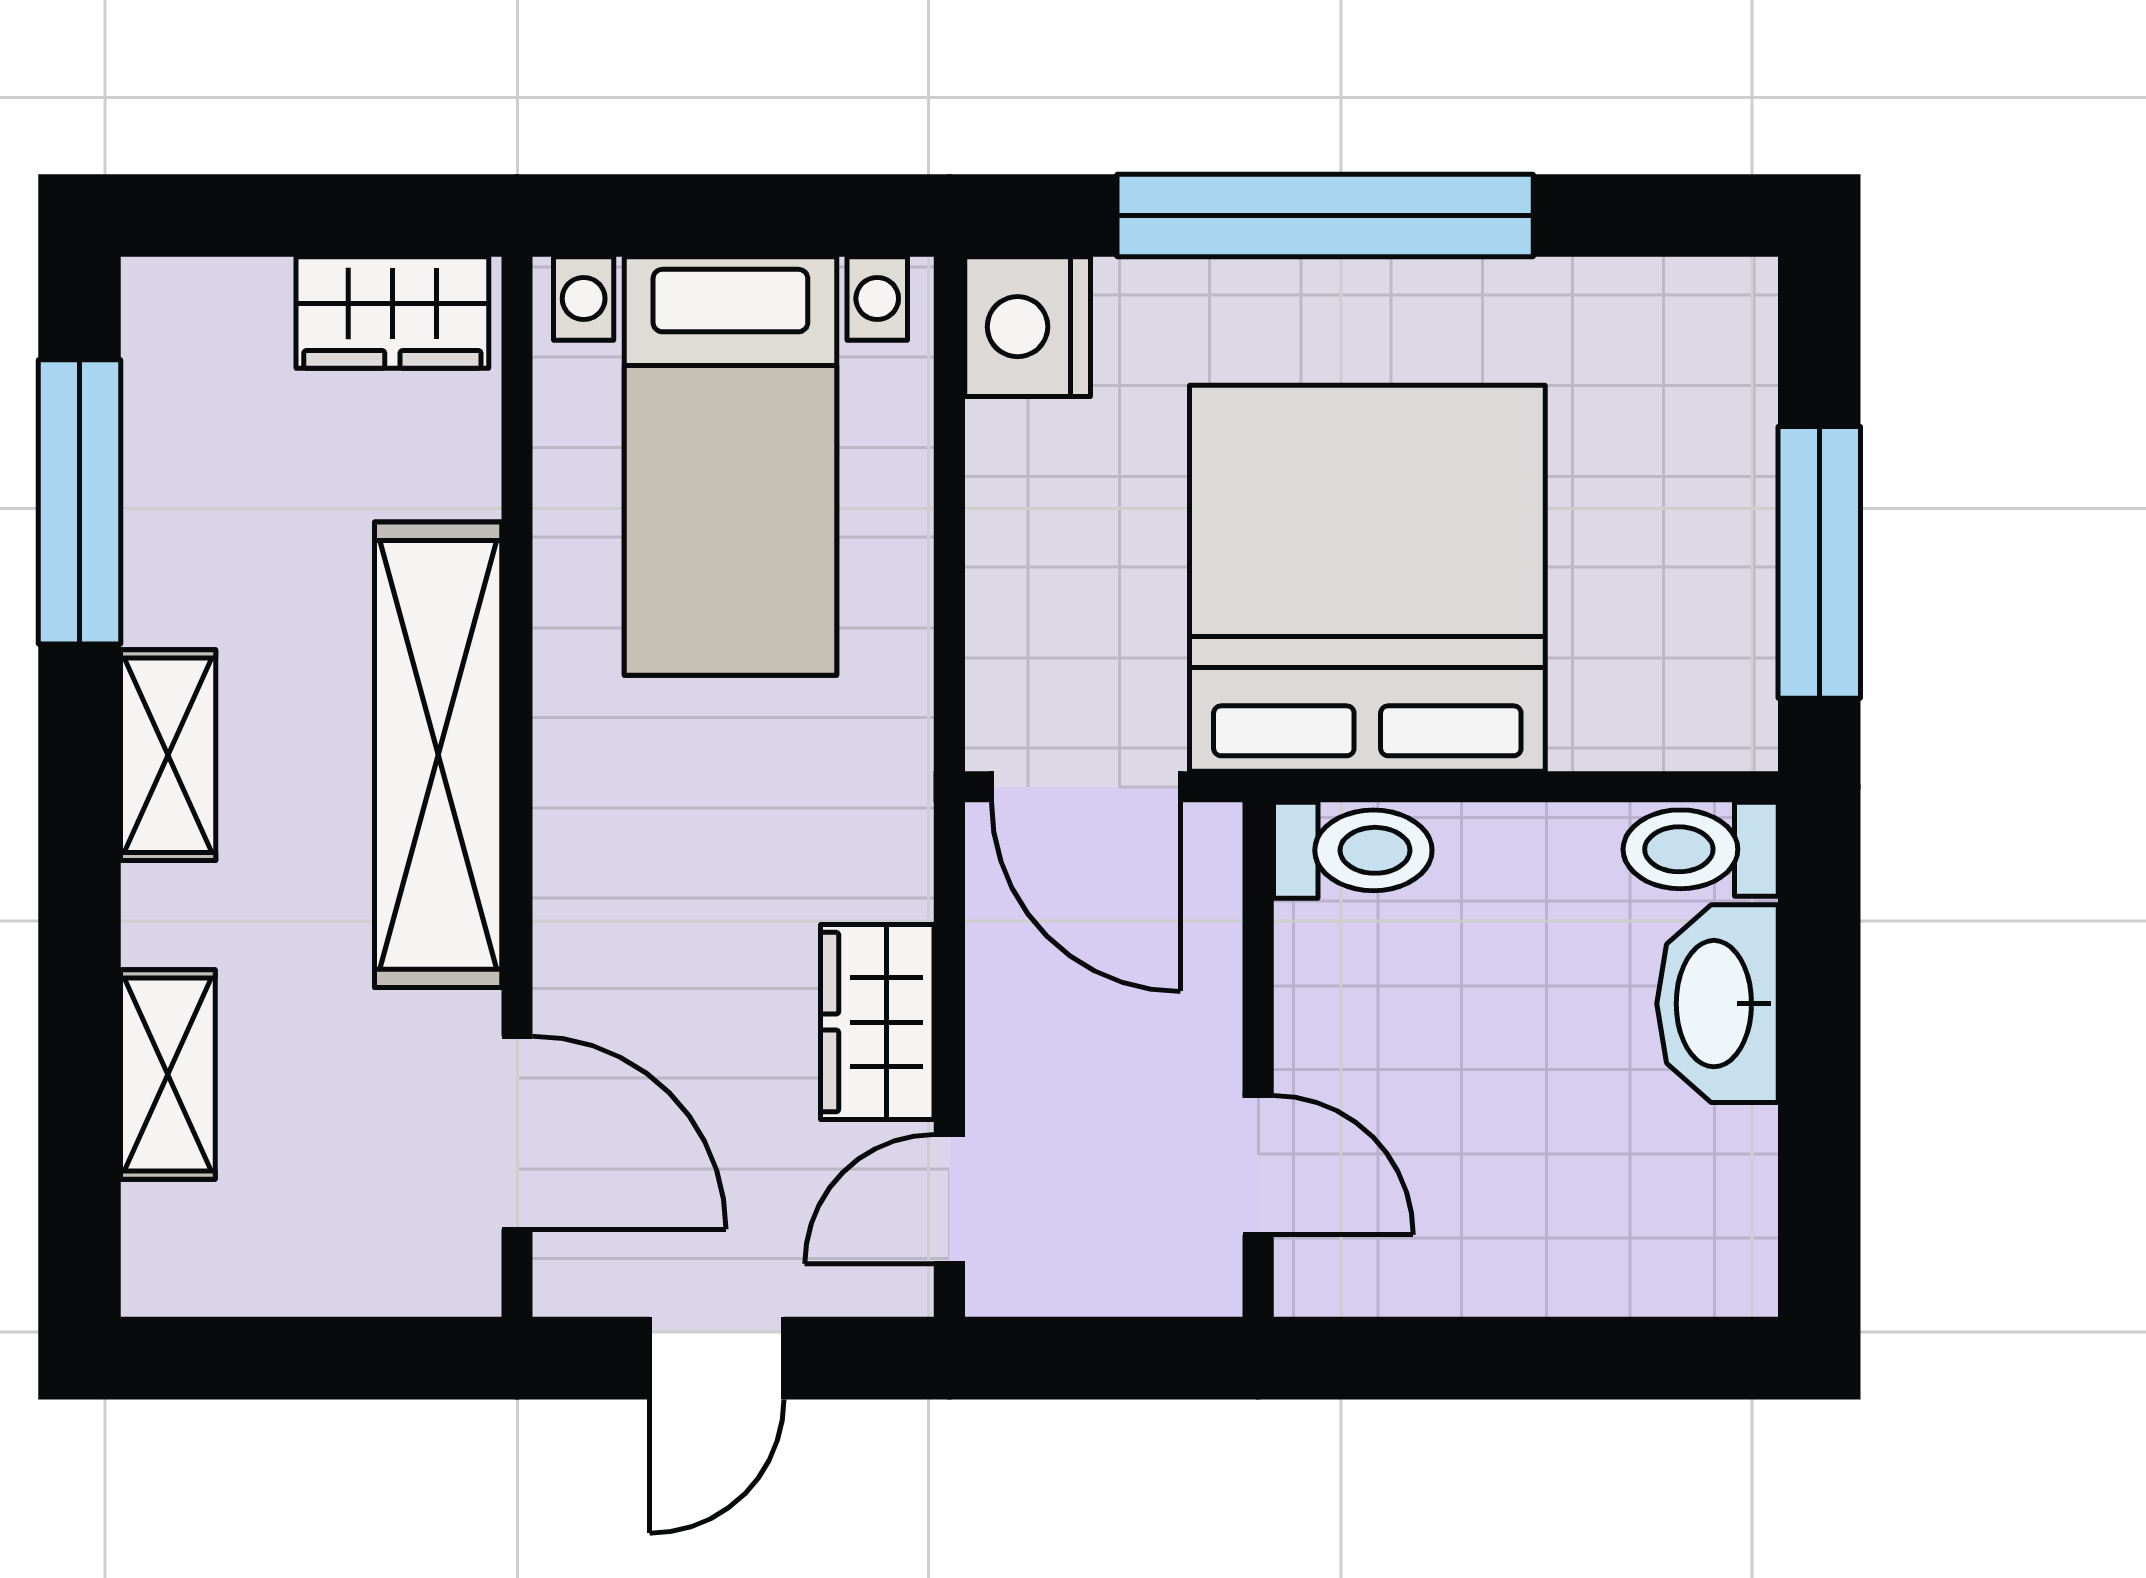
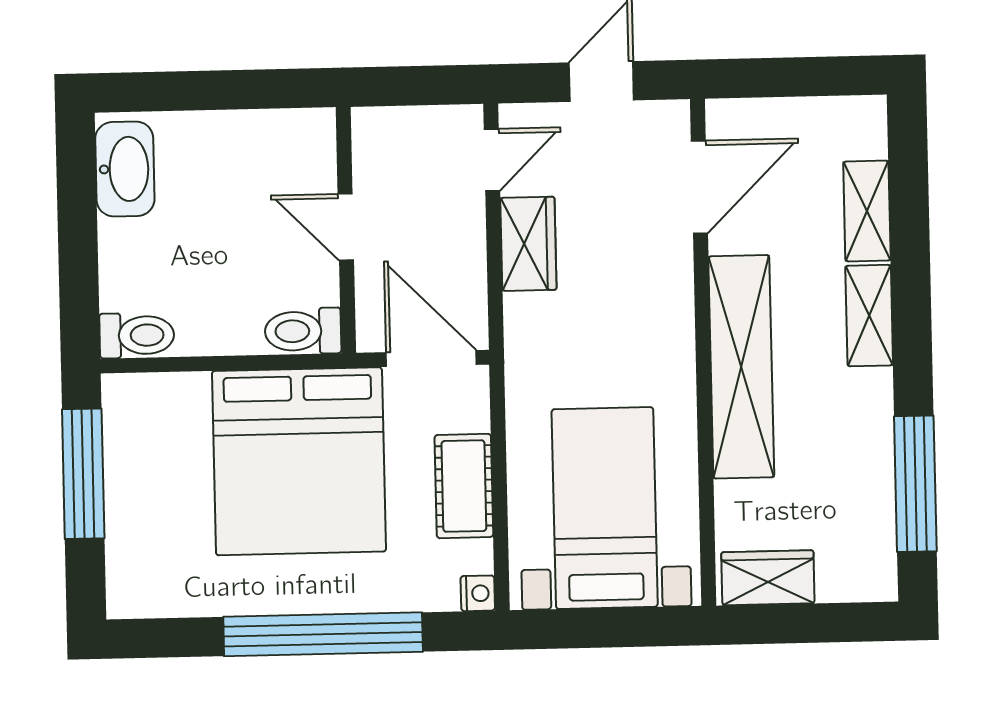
nightstand: (1028, 327) -> (478, 593), width x0.53, depth x0.56
cot: (1024, 519) -> (464, 486), added
shelving: (168, 755) -> (869, 316), moved
washbasin: (1718, 1004) -> (125, 169), moved
door: (517, 1133) -> (699, 187), swing flipped
door: (1258, 1165) -> (346, 227), moved

